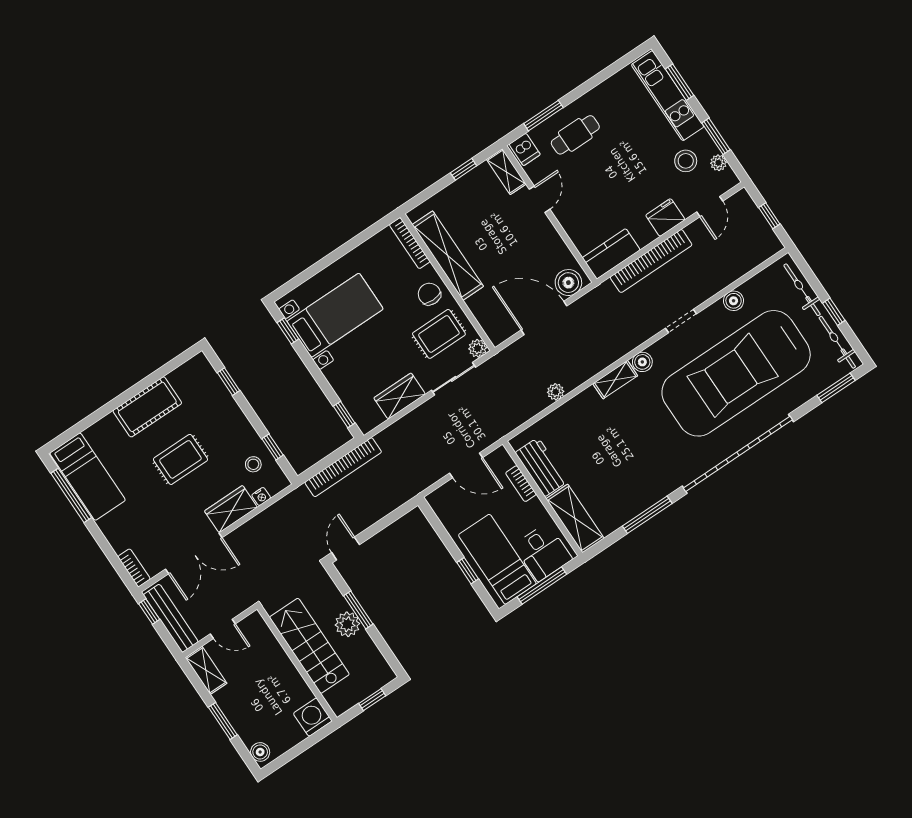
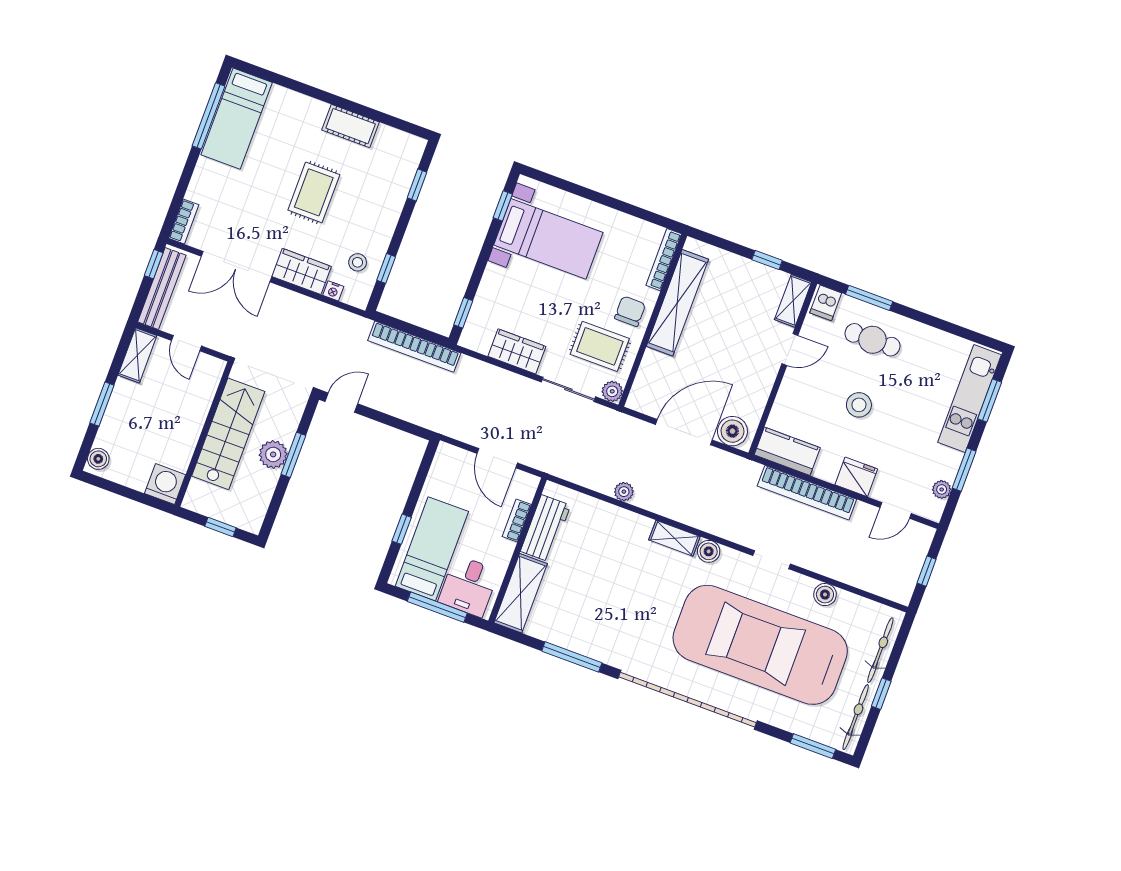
stool: (686, 161) -> (859, 405), moved
door: (544, 318) -> (684, 432), hinge flipped
cot: (147, 407) -> (351, 126), width x0.73, depth x0.75
rug: (180, 459) -> (314, 192), turned 90

